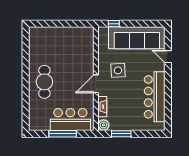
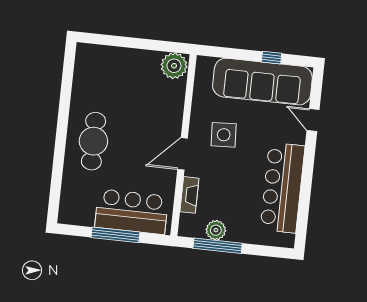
window: (114, 24) -> (272, 58), moved
plant: (86, 34) -> (174, 66), added
plant: (104, 125) -> (216, 230), moved
window: (121, 134) -> (218, 246), width x1.44

